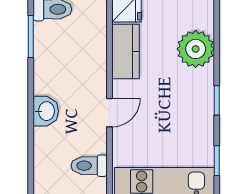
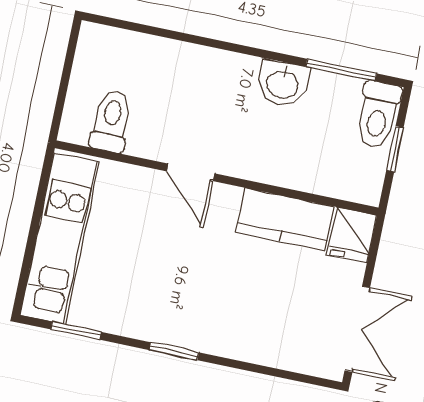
plant: (196, 49) -> (265, 334), removed
washbasin: (46, 111) -> (283, 83), moved

